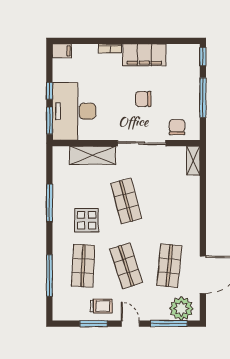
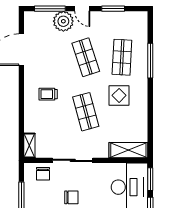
shelving: (93, 155) -> (128, 150), moved
window: (49, 203) -> (150, 110), removed
shop shelf: (169, 266) -> (50, 57), removed
window: (49, 275) -> (150, 61), moved
trolley: (101, 306) -> (48, 94), moved
plant: (181, 309) -> (63, 21), moved

